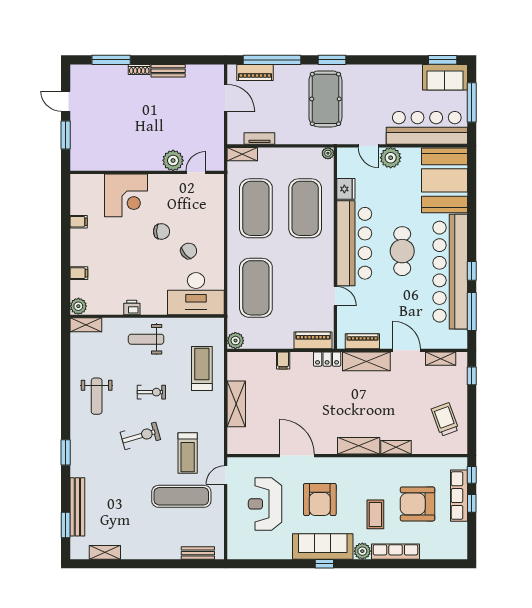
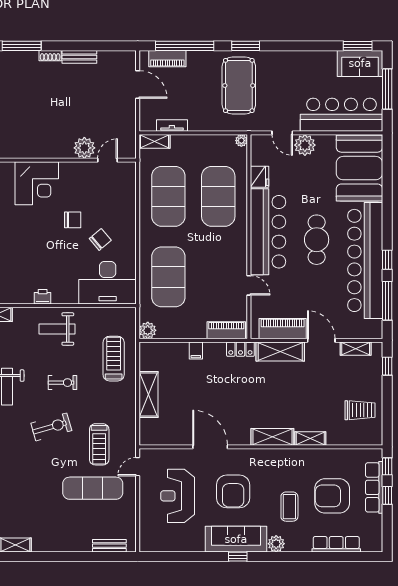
piano: (362, 341) -> (283, 329), width x1.37, depth x1.33
trolley: (445, 419) -> (360, 410), turned 110
row of seats: (396, 552) -> (336, 544), moved

